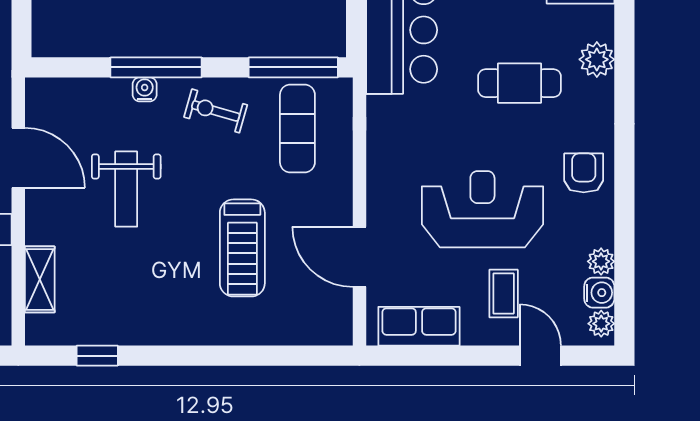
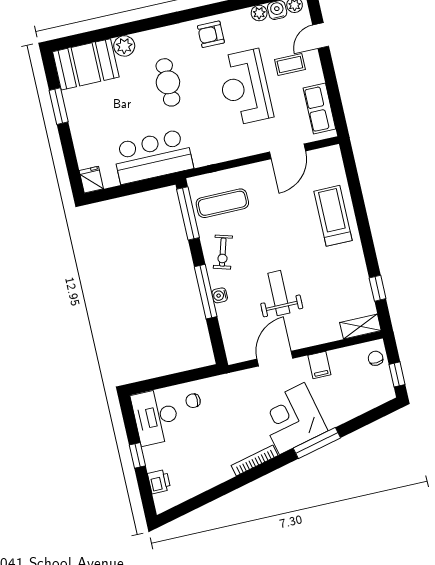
plant: (597, 59) -> (124, 46), moved
weight bench: (126, 189) -> (279, 293), turned -90
treadmill: (242, 248) -> (333, 216), moved, turned -90
shelving: (40, 279) -> (360, 326), moved

